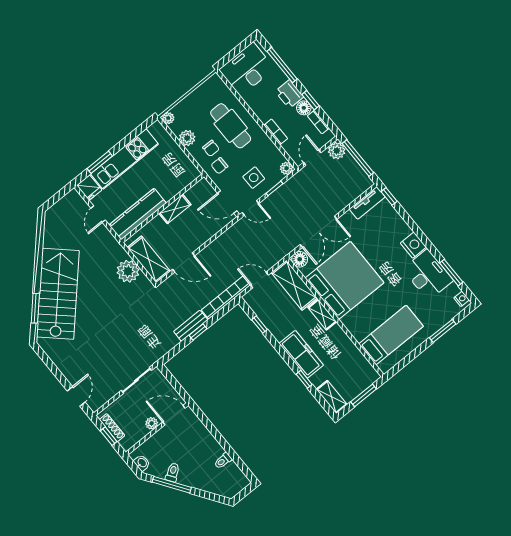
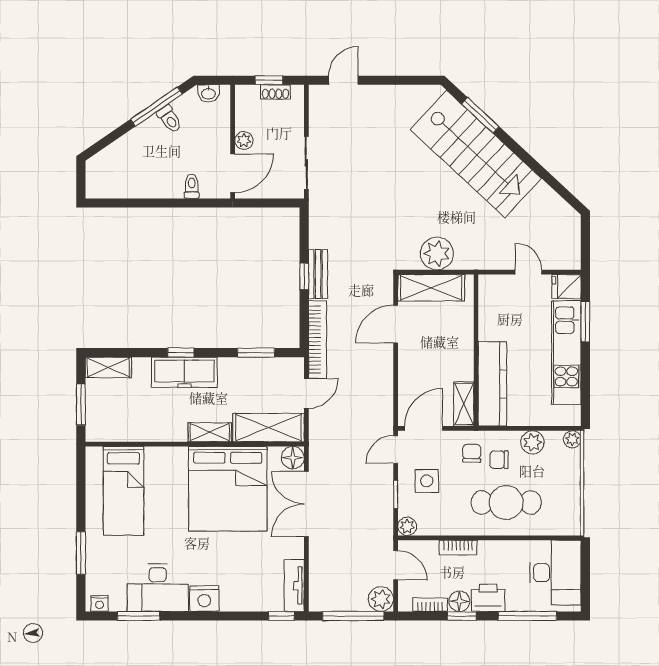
shelving: (175, 209) -> (464, 404), moved
kitchen counter: (138, 214) -> (492, 384), moved
window: (260, 325) -> (256, 353), width x1.50
window: (304, 379) -> (181, 353), moved
door: (76, 396) -> (343, 80), swing flipped
shoe rack: (112, 428) -> (275, 92), width x0.70
toilet: (223, 461) -> (192, 186), moved

